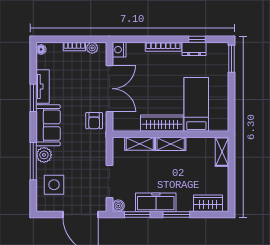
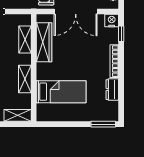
window: (197, 39) -> (121, 34), moved
wardrobe: (162, 123) -> (44, 42), moved
shelving: (171, 144) -> (25, 79), moved

